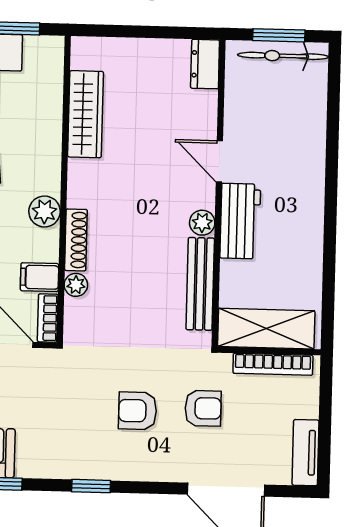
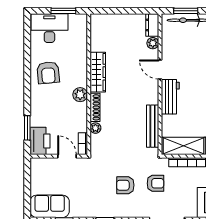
wardrobe: (85, 114) -> (98, 72), moved
plant: (202, 223) -> (153, 43), moved
filing cabinet: (40, 277) -> (79, 125), removed

